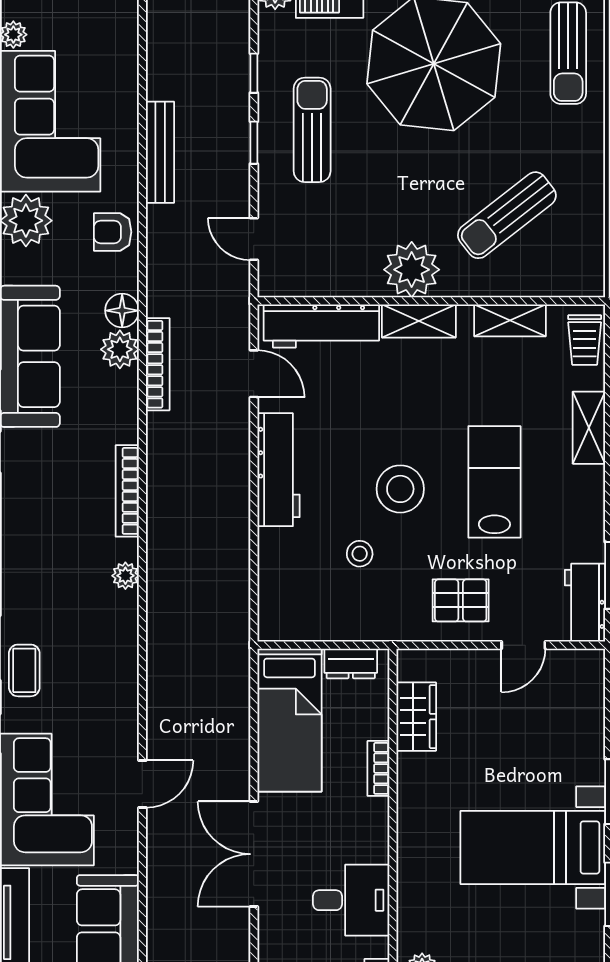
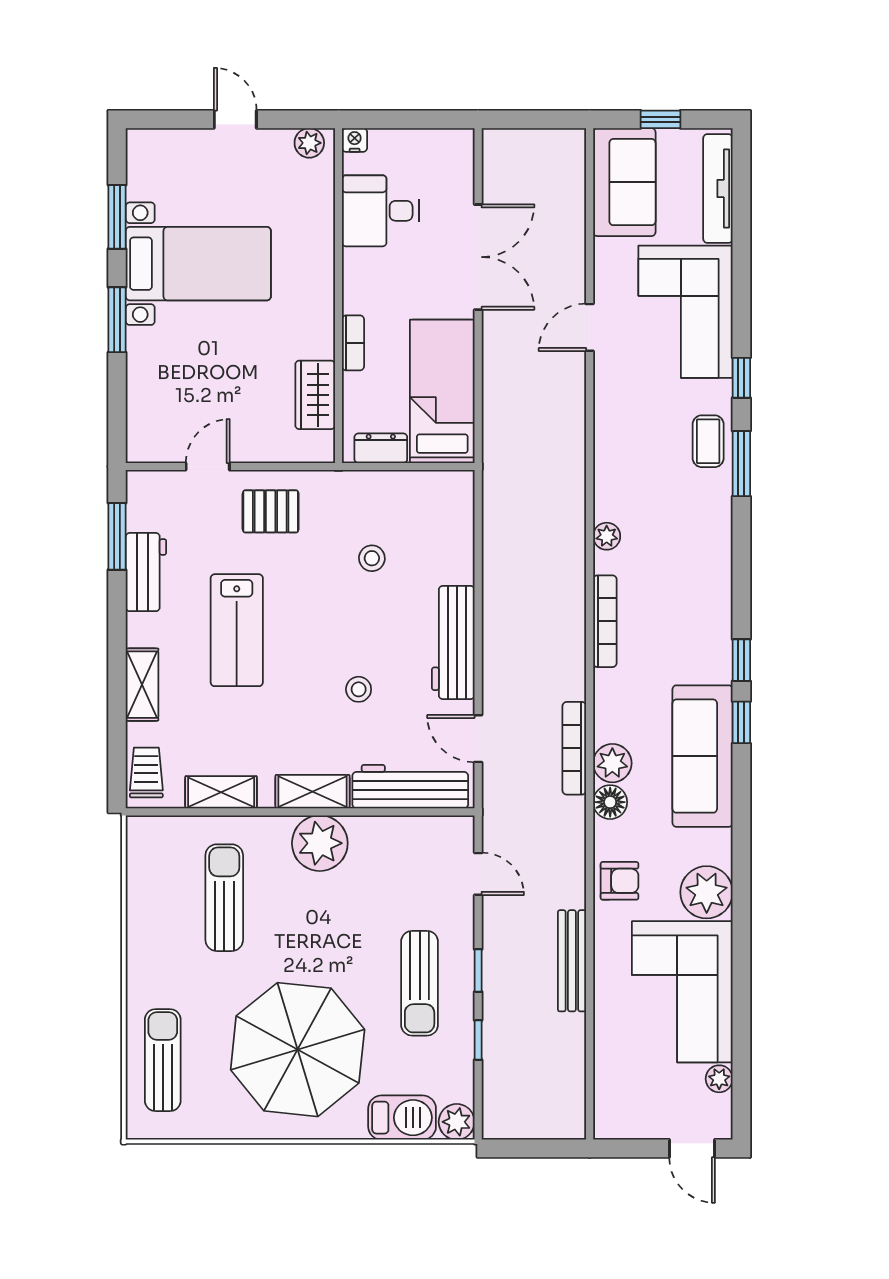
sun lounger: (507, 215) -> (224, 898), turned -52
stool: (400, 489) -> (359, 689), moved, width x0.53, depth x0.53
workbench: (585, 603) -> (146, 572), moved

